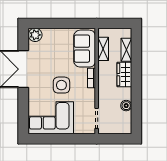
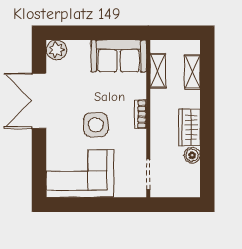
sofa: (85, 49) -> (119, 56), moved, turned -90
wardrobe: (124, 75) -> (189, 127), moved

